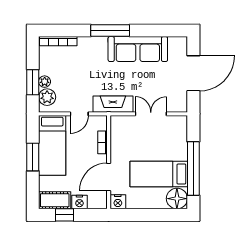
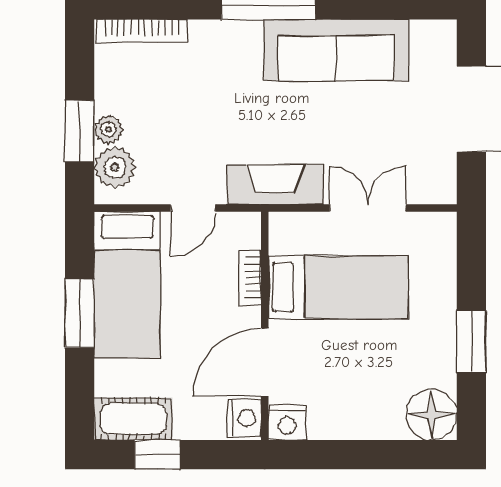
window: (193, 168) -> (471, 341), width x0.47
bed: (159, 174) -> (338, 287), moved, turned 180
nightstand: (79, 202) -> (244, 418), moved, turned -90

